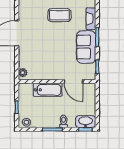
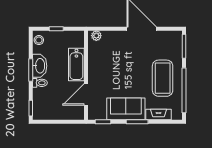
coffee table: (59, 15) -> (163, 78), width x1.36, depth x1.32
washbasin: (86, 122) -> (40, 66), moved

